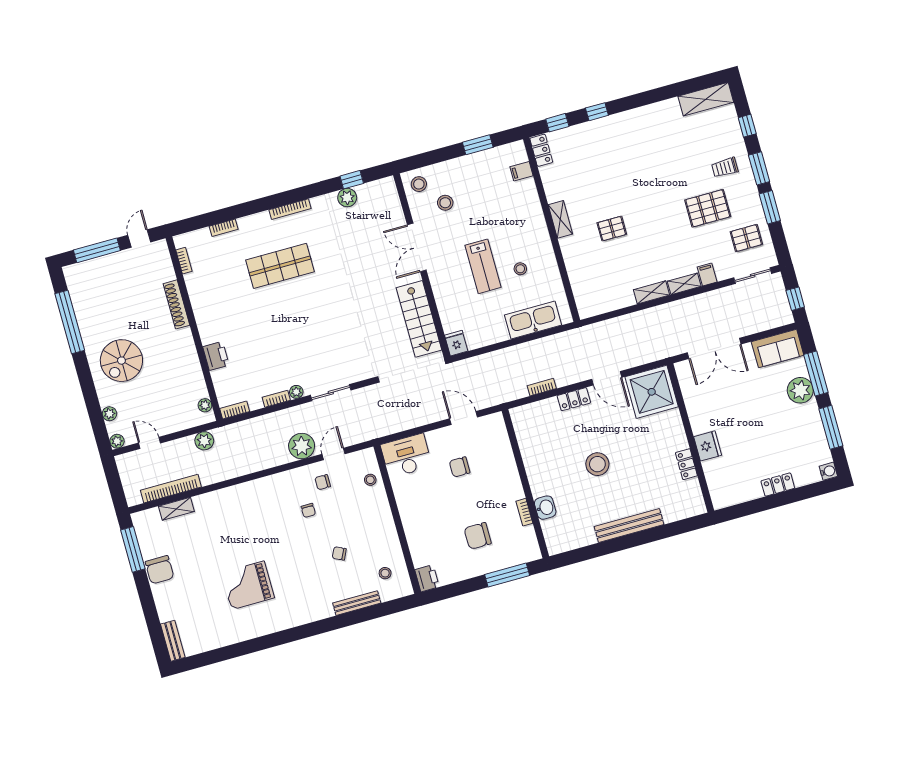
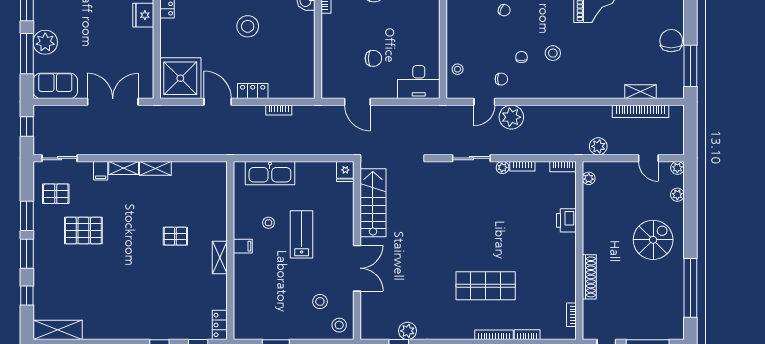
trolley: (725, 167) -> (58, 263), removed
filing cabinet: (522, 171) -> (243, 246), moved
bookcase: (290, 209) -> (494, 335), moved
stool: (277, 523) -> (553, 53), added

